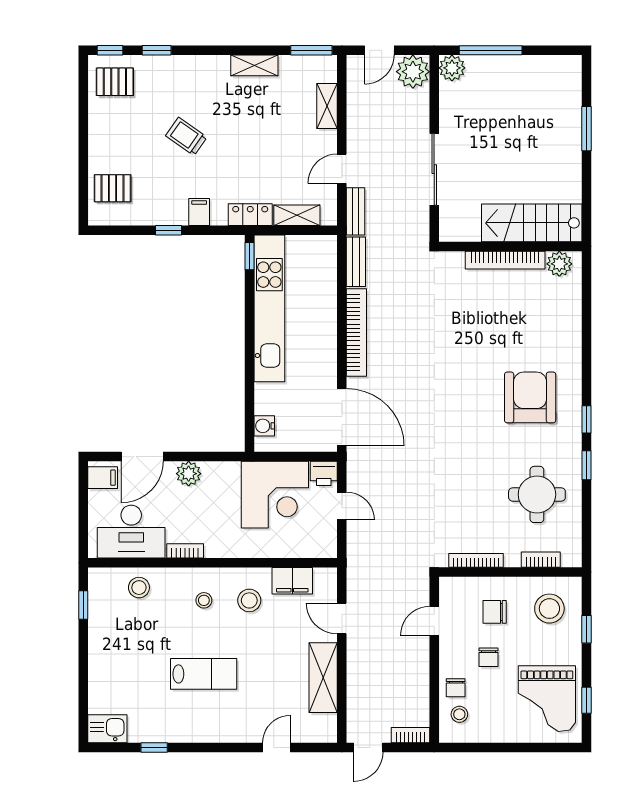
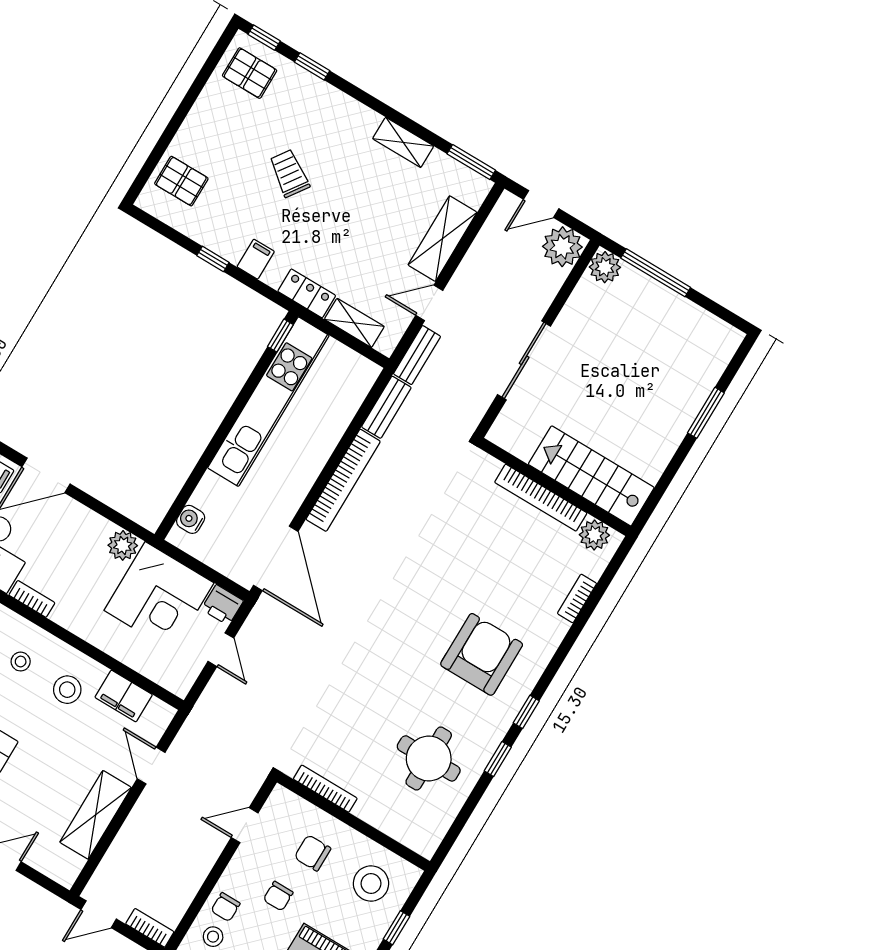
shelving: (327, 106) -> (443, 239), width x1.50, depth x1.33
plant: (189, 474) -> (123, 545), moved
bookcase: (541, 560) -> (577, 598), moved, turned -90

